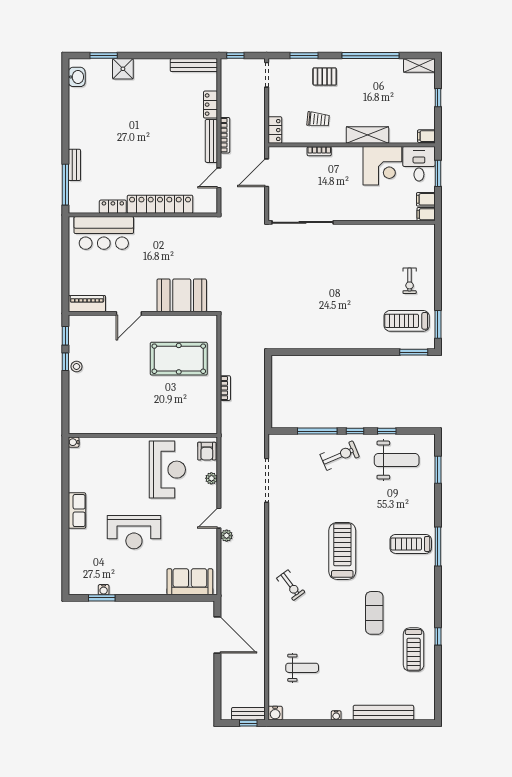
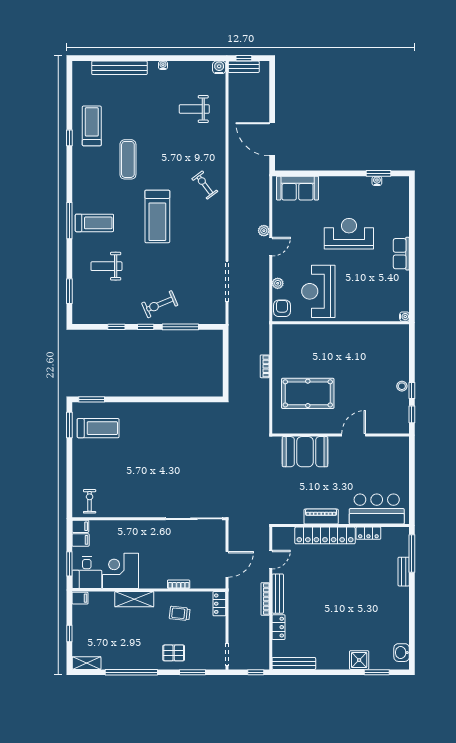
exercise bike: (410, 281) -> (90, 501), moved
piano: (87, 304) -> (321, 517), moved, turned 180
weight bench: (397, 460) -> (106, 266), moved, width x0.73, depth x0.75

